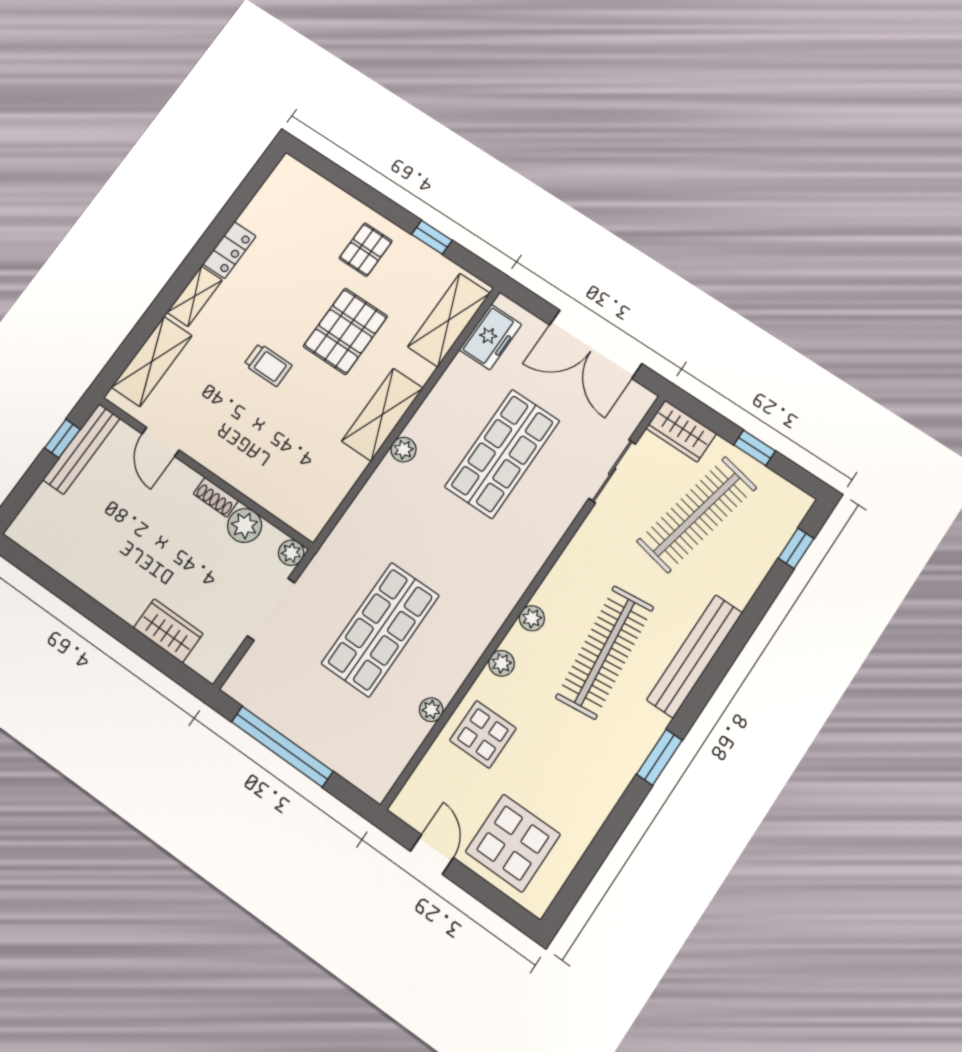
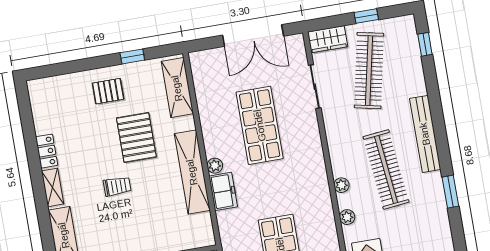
pallet: (366, 250) -> (108, 91), turned 90
freezer: (490, 337) -> (223, 191), moved
shelving: (382, 415) -> (192, 172), width x1.47

